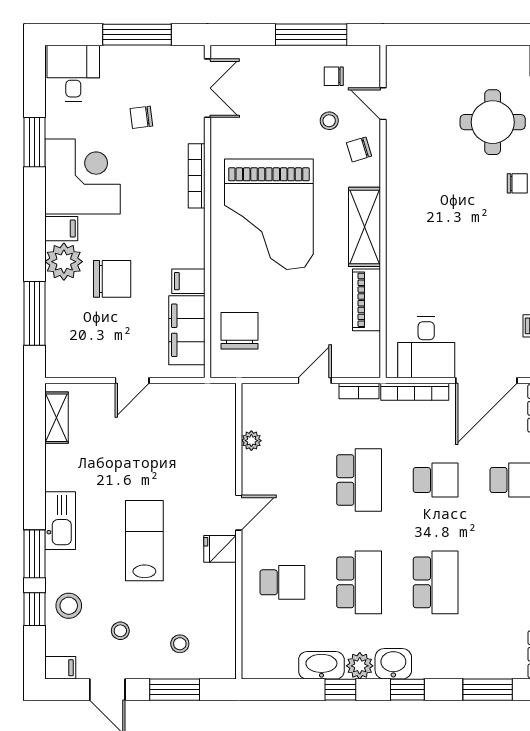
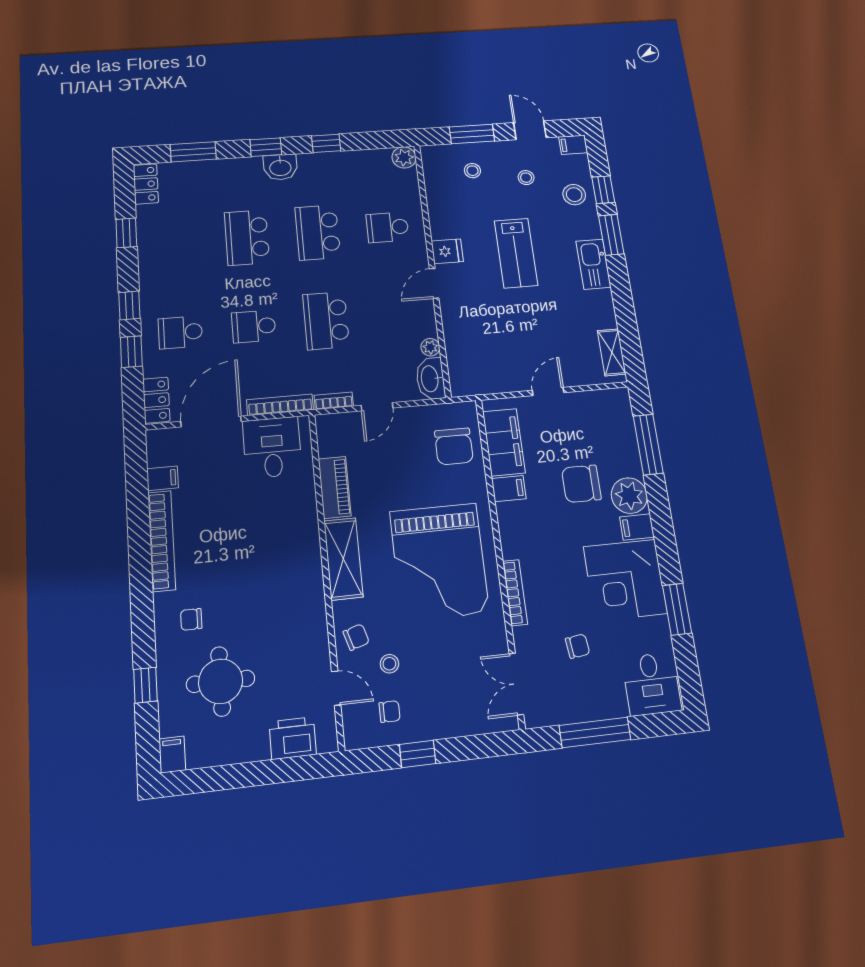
window: (311, 35) -> (418, 754), width x0.46
printer: (428, 63) -> (293, 738), added
grand piano: (269, 214) -> (439, 562), turned 180
washbasin: (321, 665) -> (430, 379), moved, turned 90
plant: (360, 666) -> (404, 157), moved

